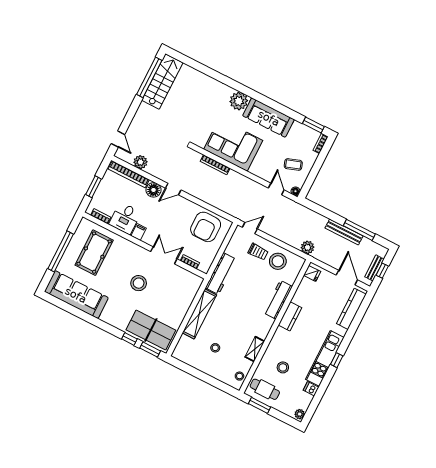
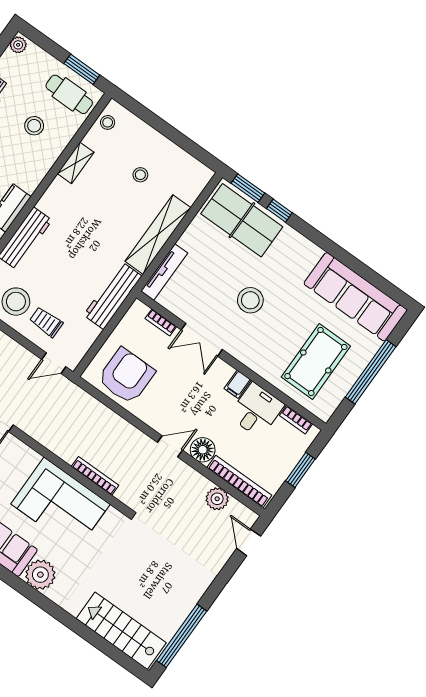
stairs: (162, 81) -> (121, 631), moved, turned 90
tv unit: (192, 292) -> (164, 272), added

